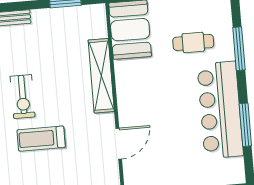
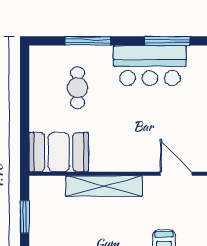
bar counter: (220, 110) -> (150, 66), width x0.73

